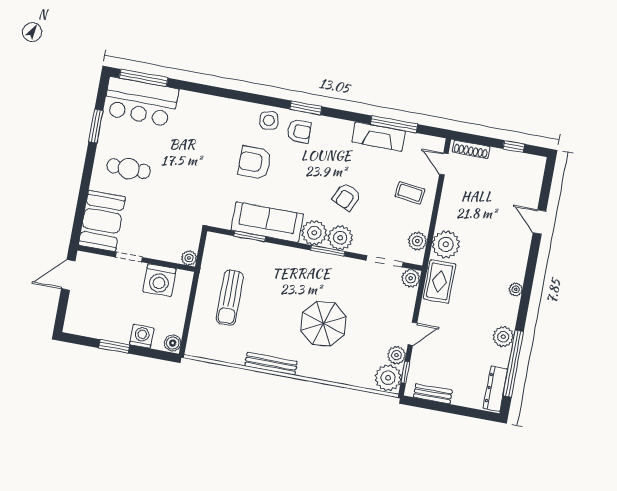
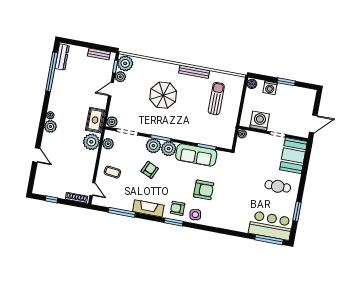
fireplace: (379, 137) -> (148, 208), moved
sun lounger: (230, 298) -> (216, 99), moved
plant: (503, 337) -> (50, 126), moved

